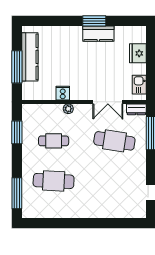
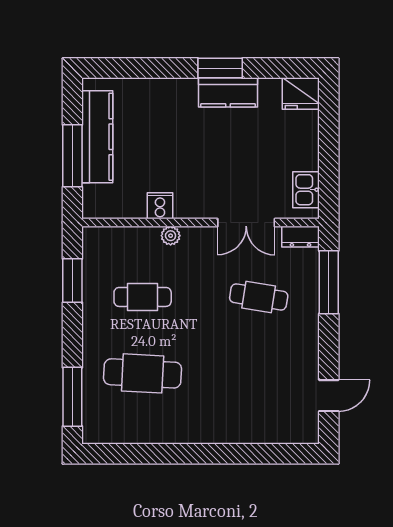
fridge: (138, 53) -> (301, 93), moved, turned -90
cafe table: (114, 141) -> (259, 297), width x0.73, depth x0.74

